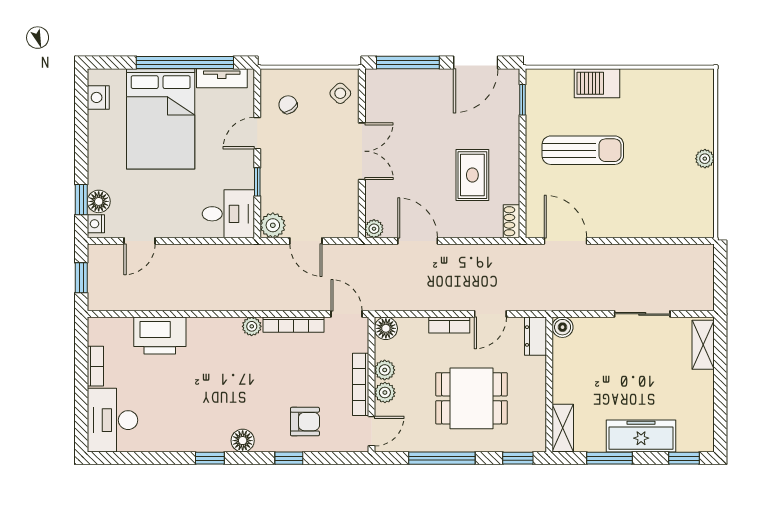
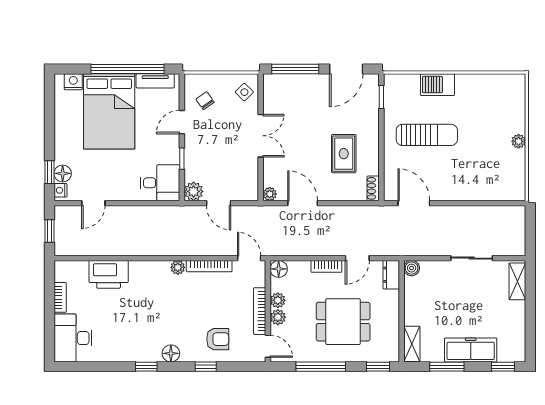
nightstand: (98, 97) -> (73, 82), moved, turned 90
door: (372, 431) -> (268, 346), hinge flipped

